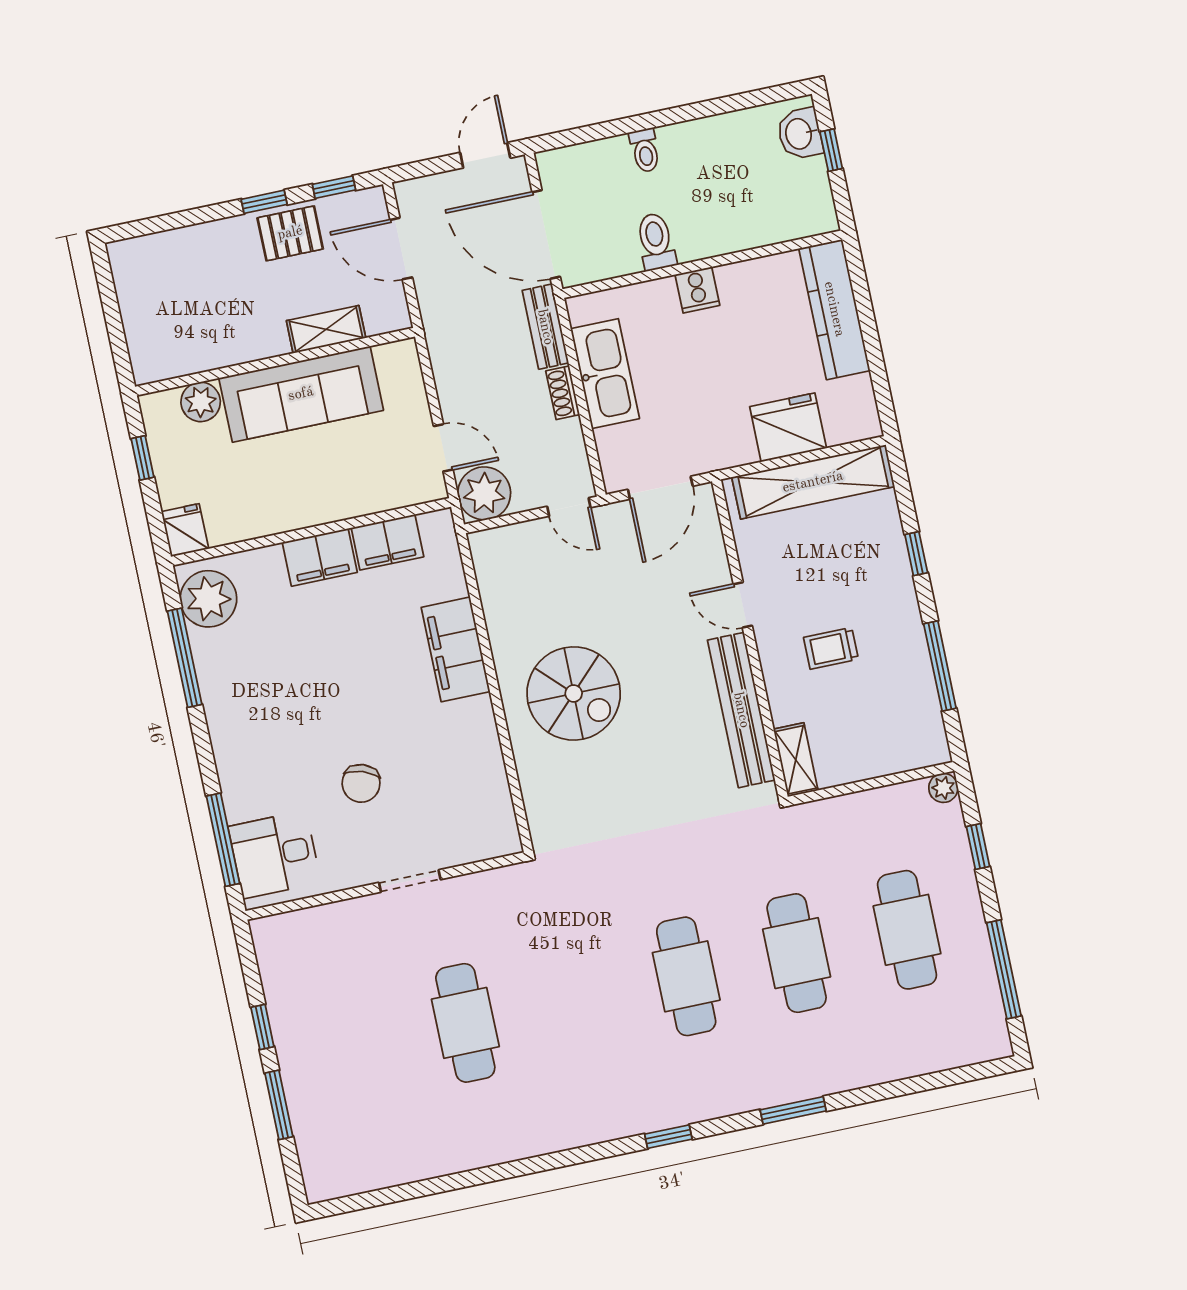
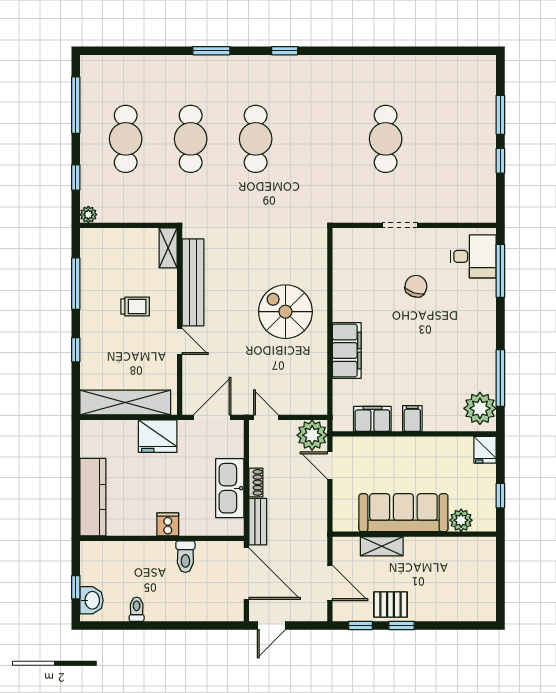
toilet: (645, 150) -> (137, 609), moved
fridge: (788, 427) -> (158, 436), moved
filing cabinet: (320, 557) -> (412, 419), width x0.50

